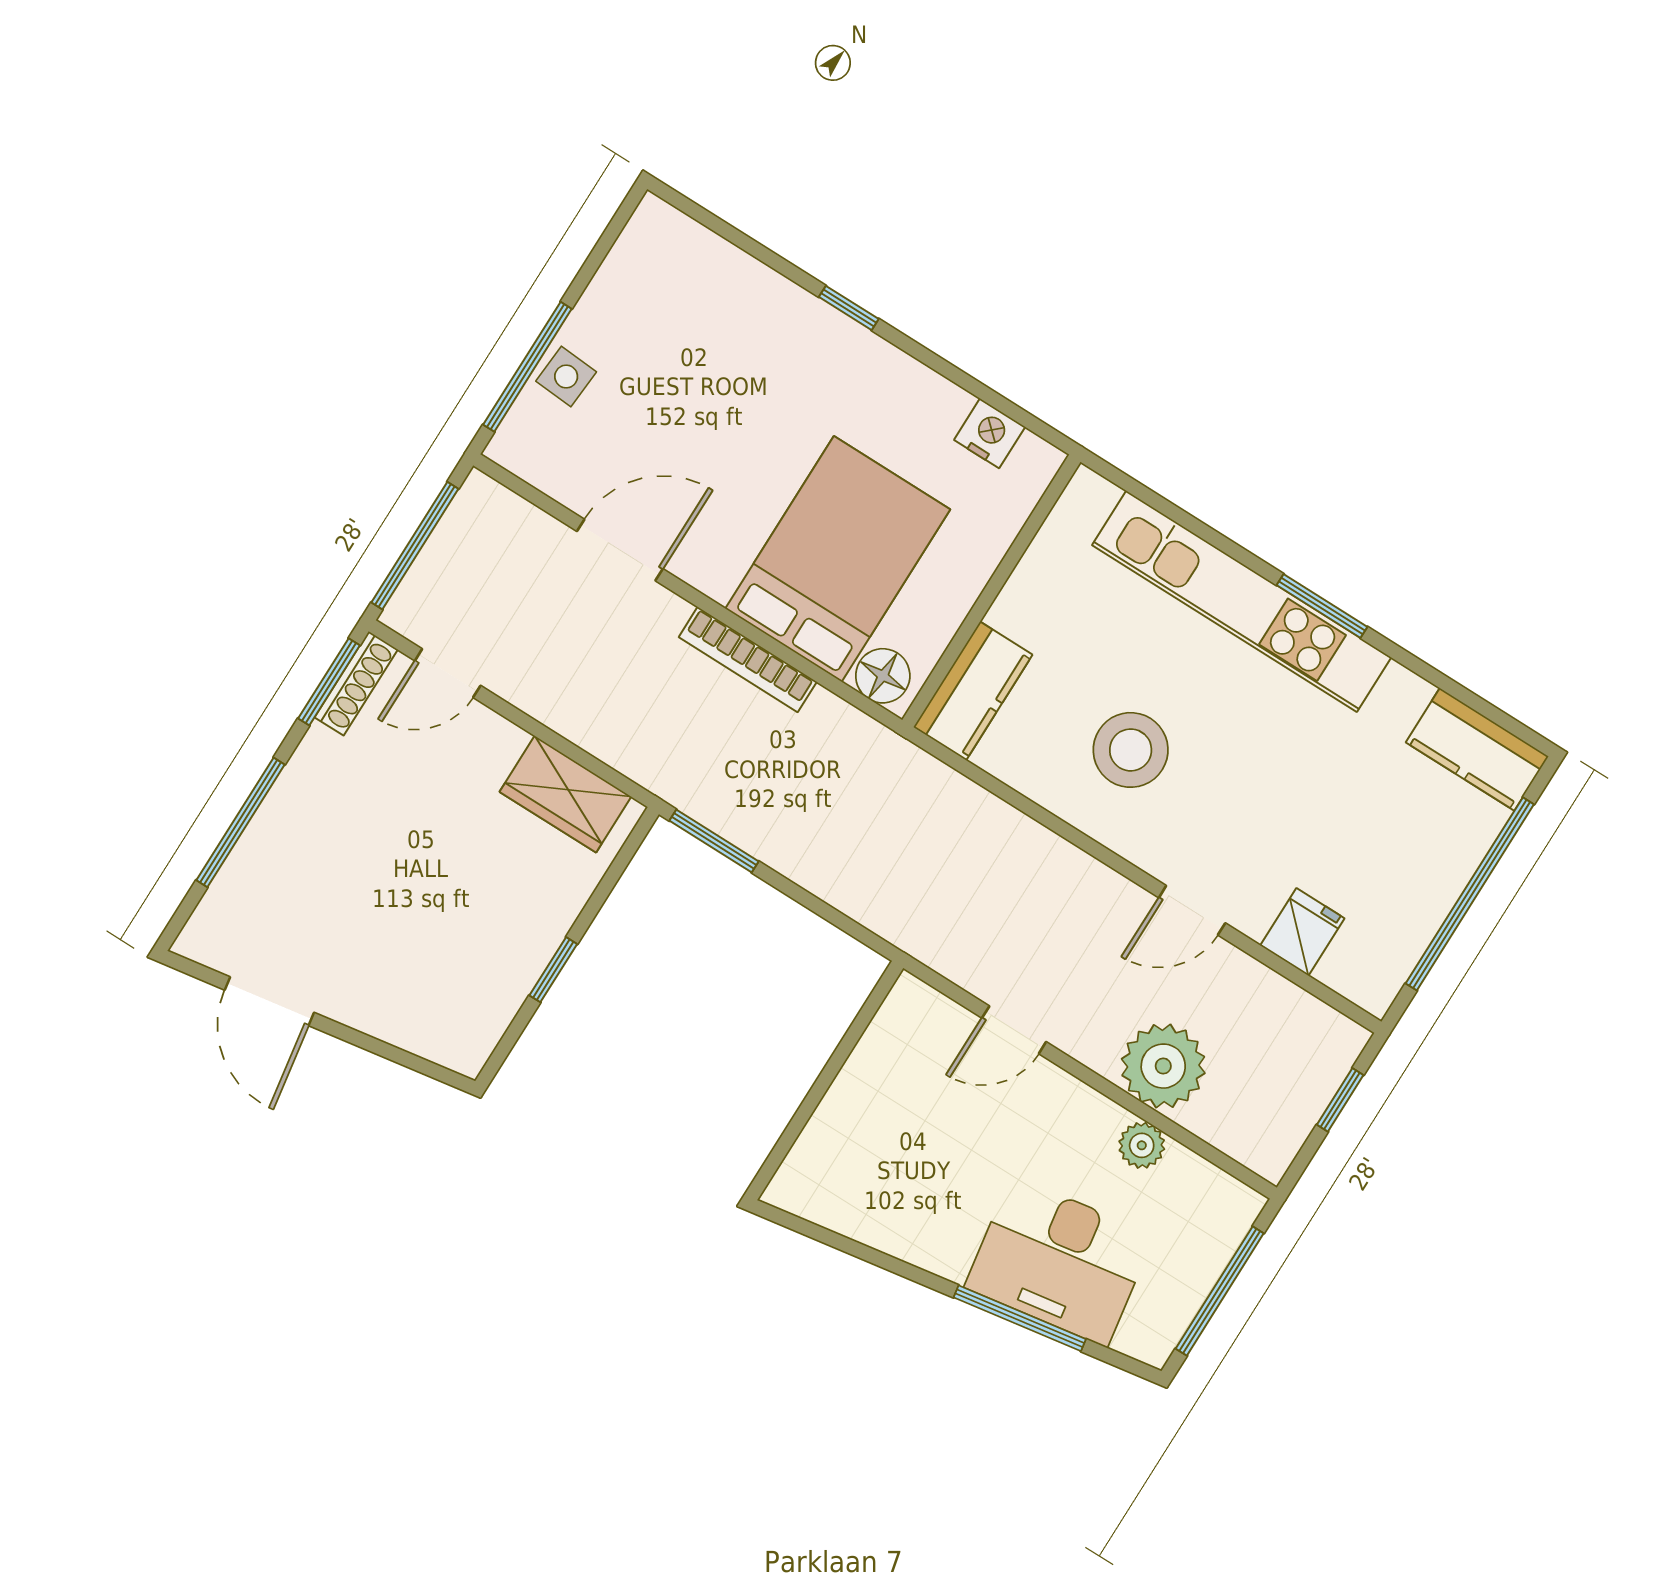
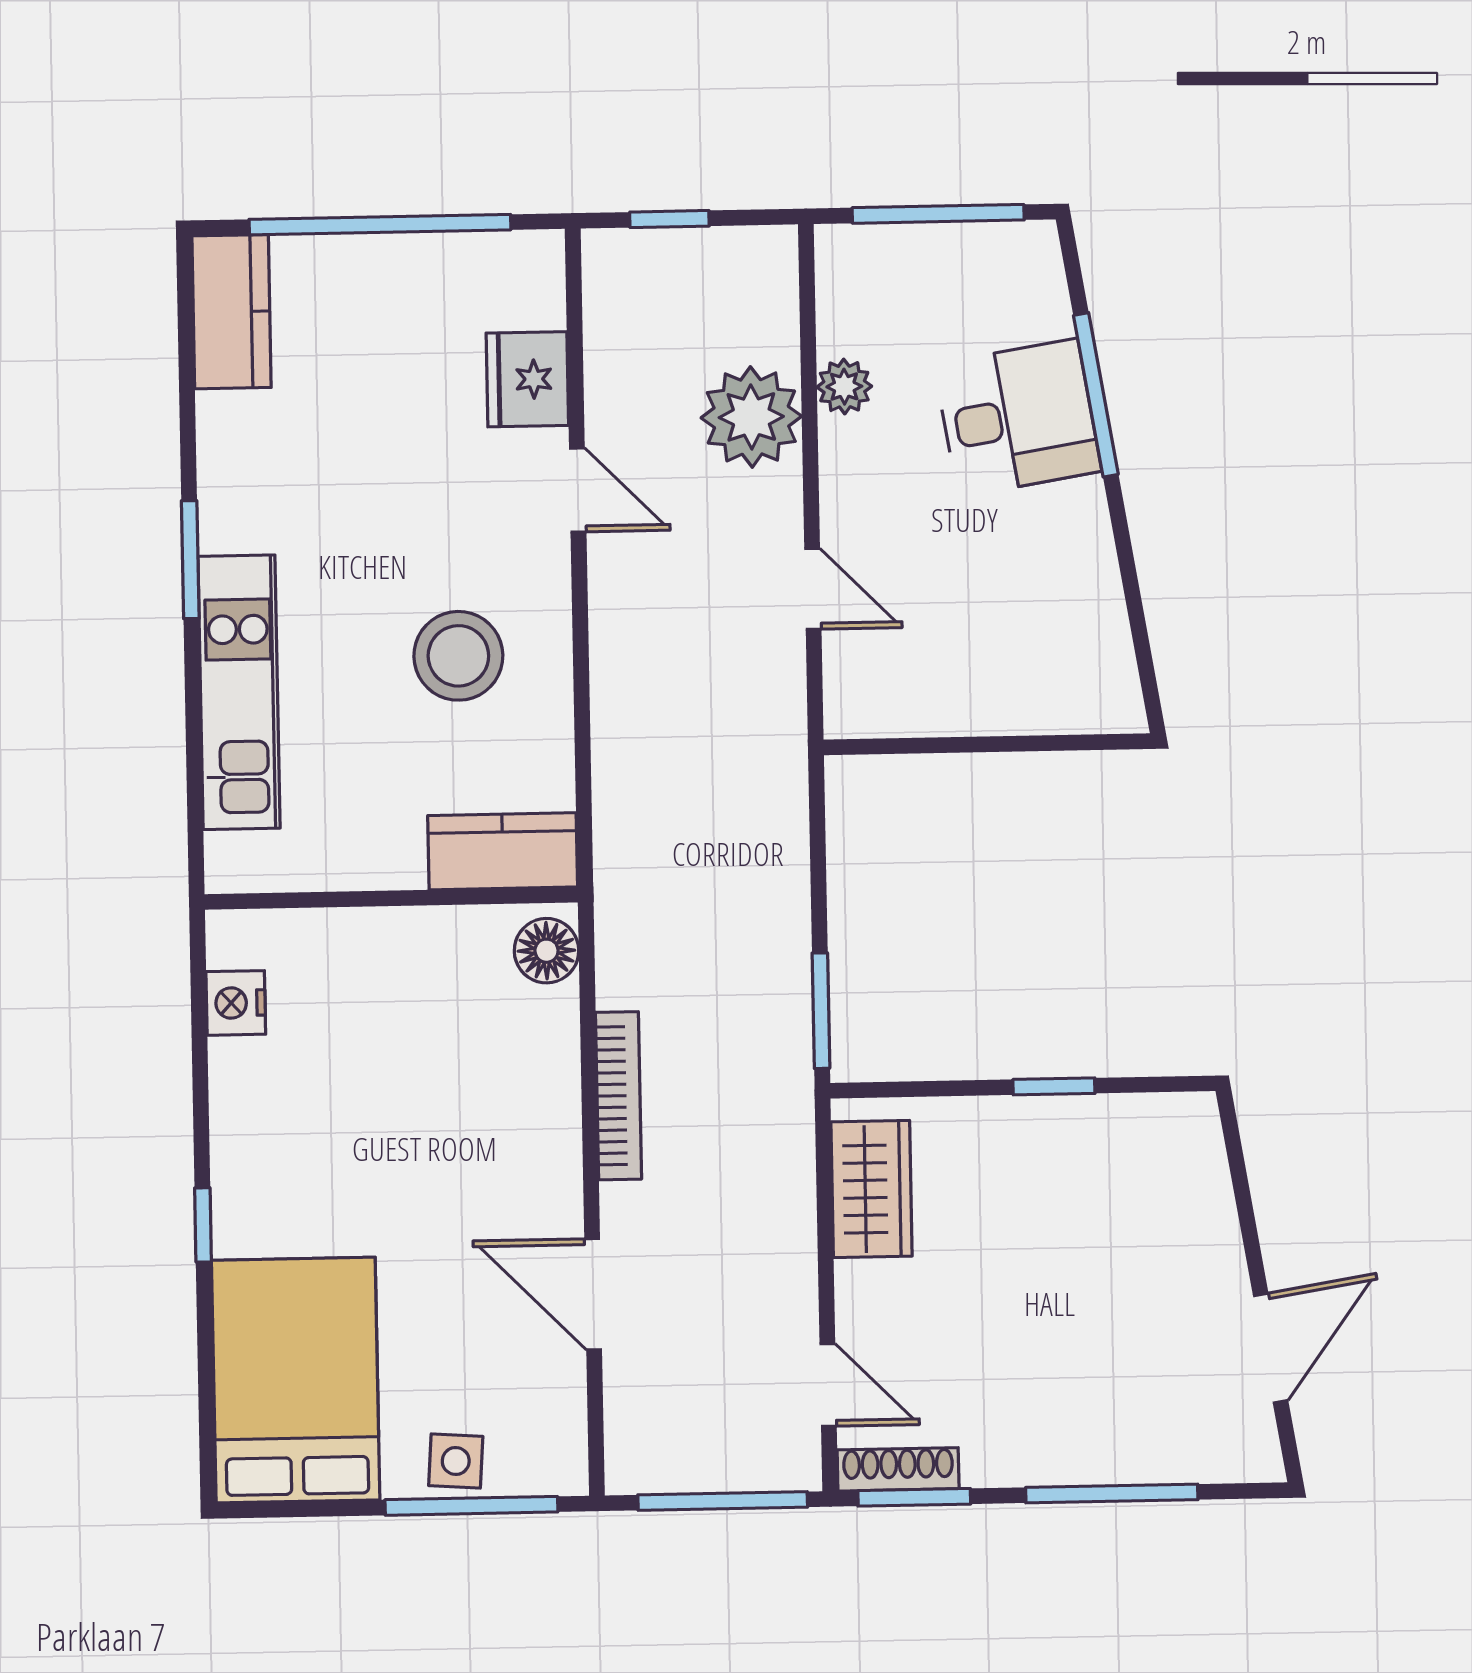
bed: (838, 559) -> (296, 1380), moved, turned 90
kitchen unit: (1242, 601) -> (239, 692), width x0.73
fridge: (1302, 932) -> (527, 379), width x1.38
desk: (1059, 1261) -> (1018, 418), width x0.73

